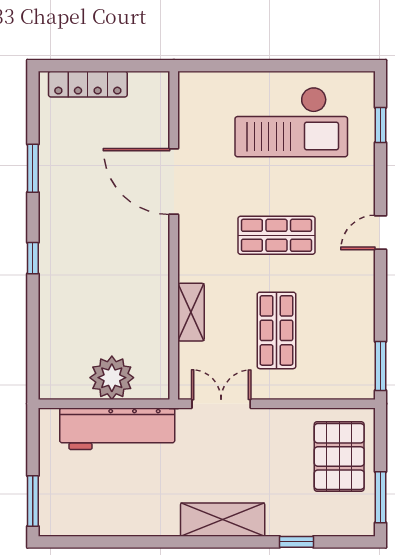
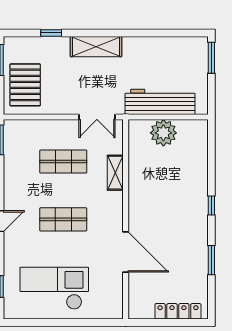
shop shelf: (276, 330) -> (63, 162), turned 90

